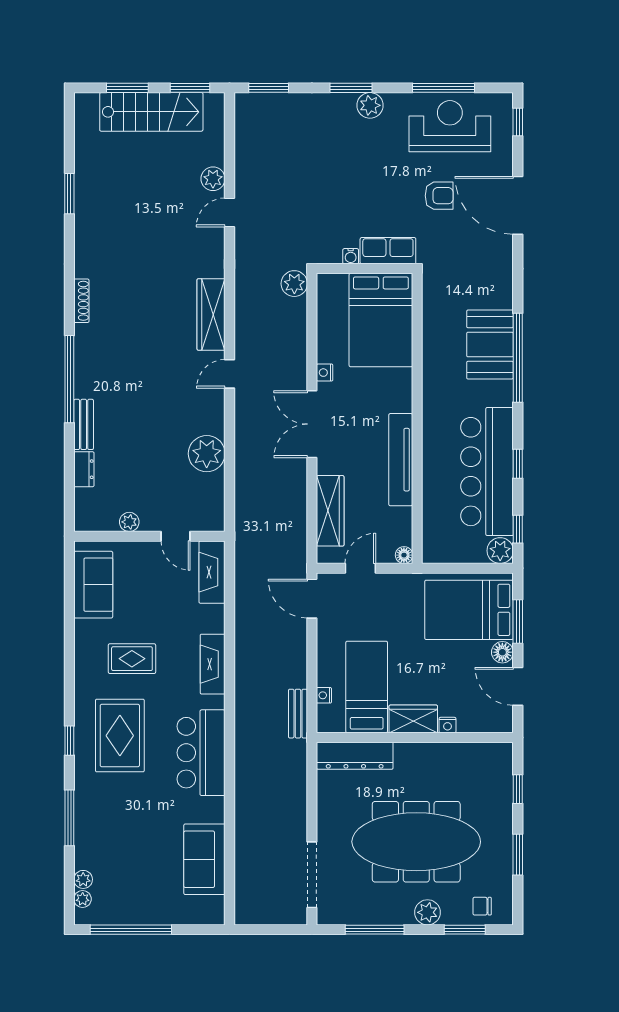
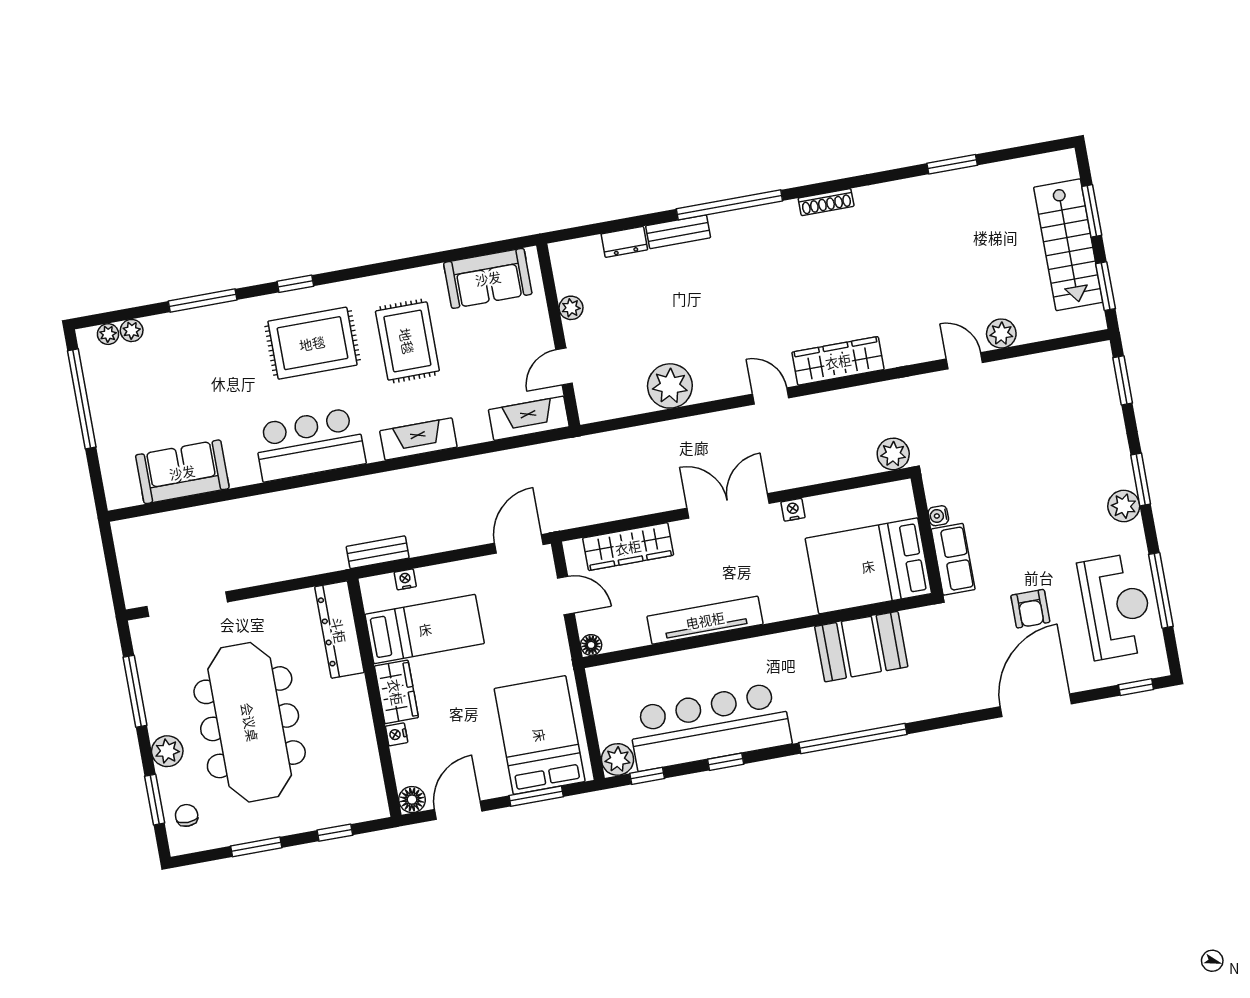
booth: (490, 345) -> (861, 647), moved
floor lamp: (502, 652) -> (412, 800), moved
rug: (132, 659) -> (407, 341), width x1.36, depth x1.43

